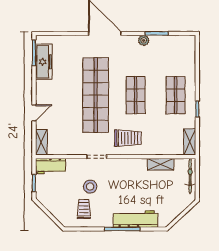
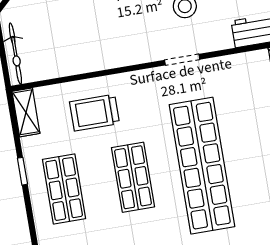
trolley: (128, 138) -> (95, 113), moved
shelving: (161, 164) -> (70, 65), removed

